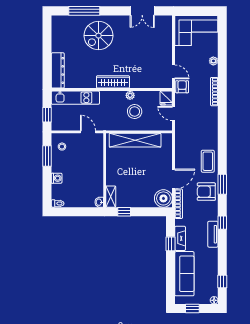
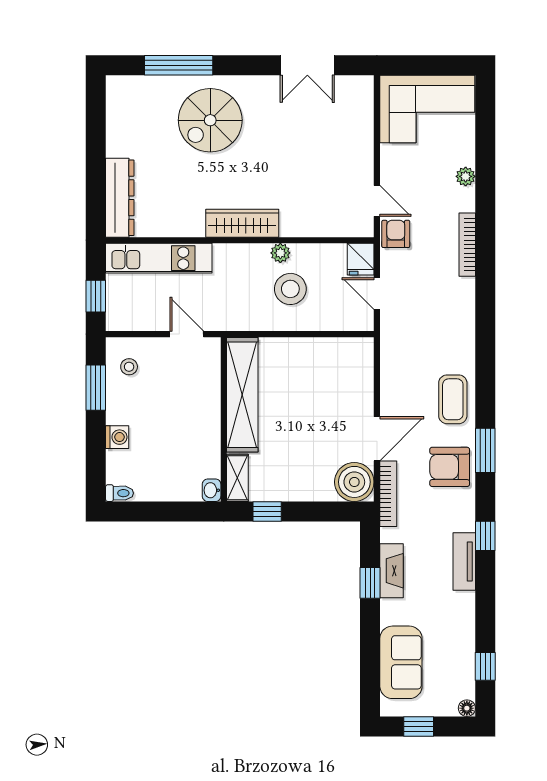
shelving: (135, 140) -> (242, 395), moved, turned 90
sofa: (184, 274) -> (401, 662), width x0.73

